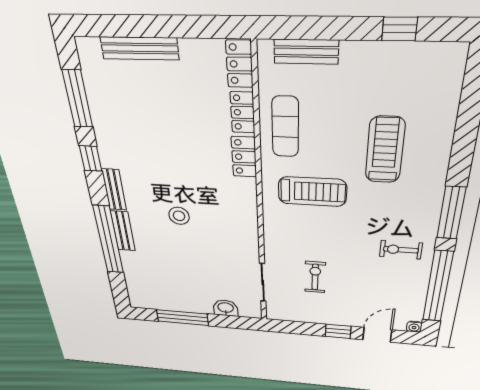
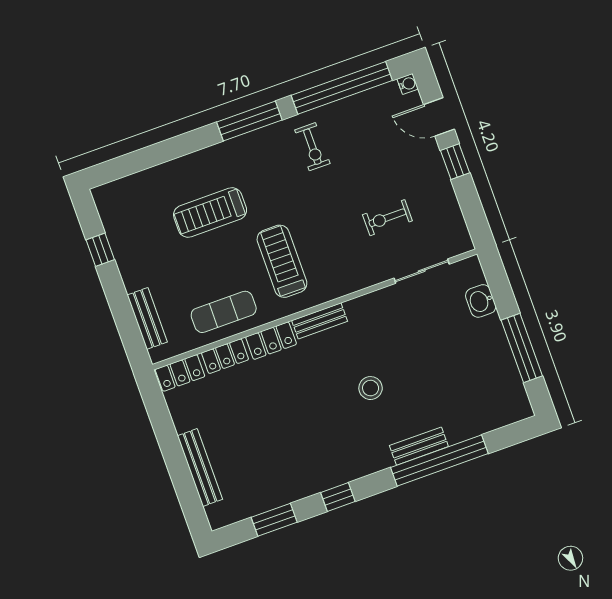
window: (78, 99) -> (274, 520), width x0.69
bench: (114, 190) -> (320, 321), moved

